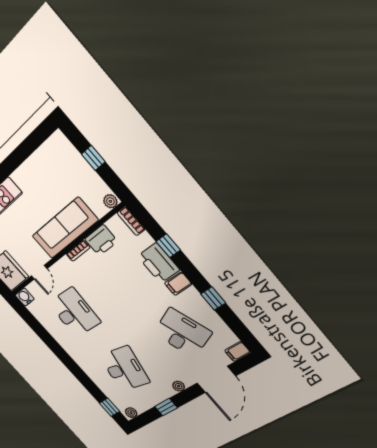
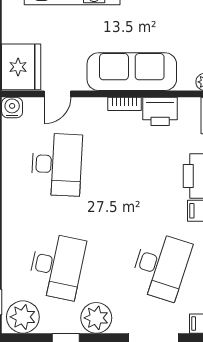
desk: (182, 333) -> (161, 266), turned 39
plant: (179, 386) -> (96, 318), width x1.88, depth x1.88
plant: (131, 413) -> (23, 317), width x1.88, depth x1.88

